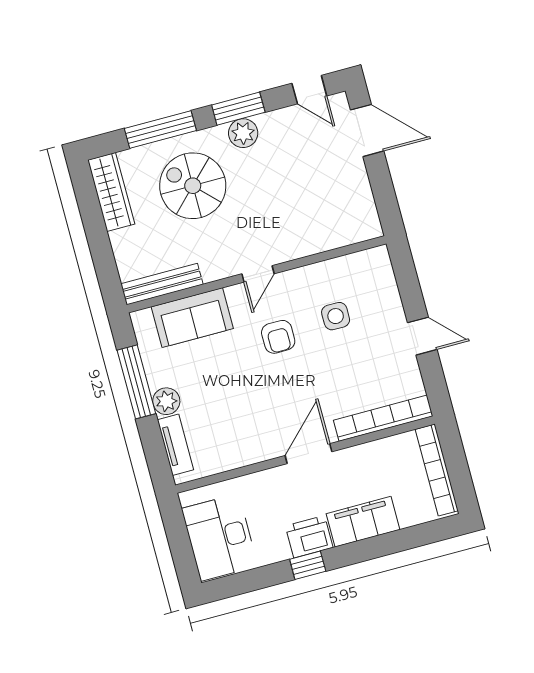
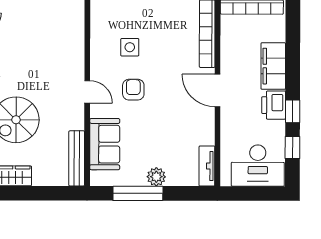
armchair: (278, 337) -> (133, 90), turned -90
tv unit: (176, 445) -> (207, 166), moved, turned -90
window: (258, 579) -> (292, 147), added

